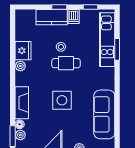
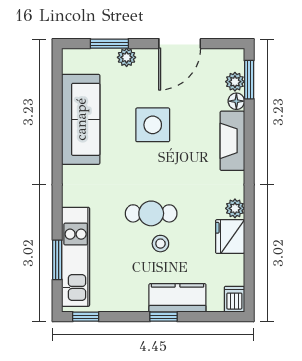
window: (90, 7) -> (86, 317), moved
dishwasher: (74, 16) -> (234, 299), moved
window: (117, 49) -> (57, 260), moved
side table: (62, 100) -> (153, 125), moved

